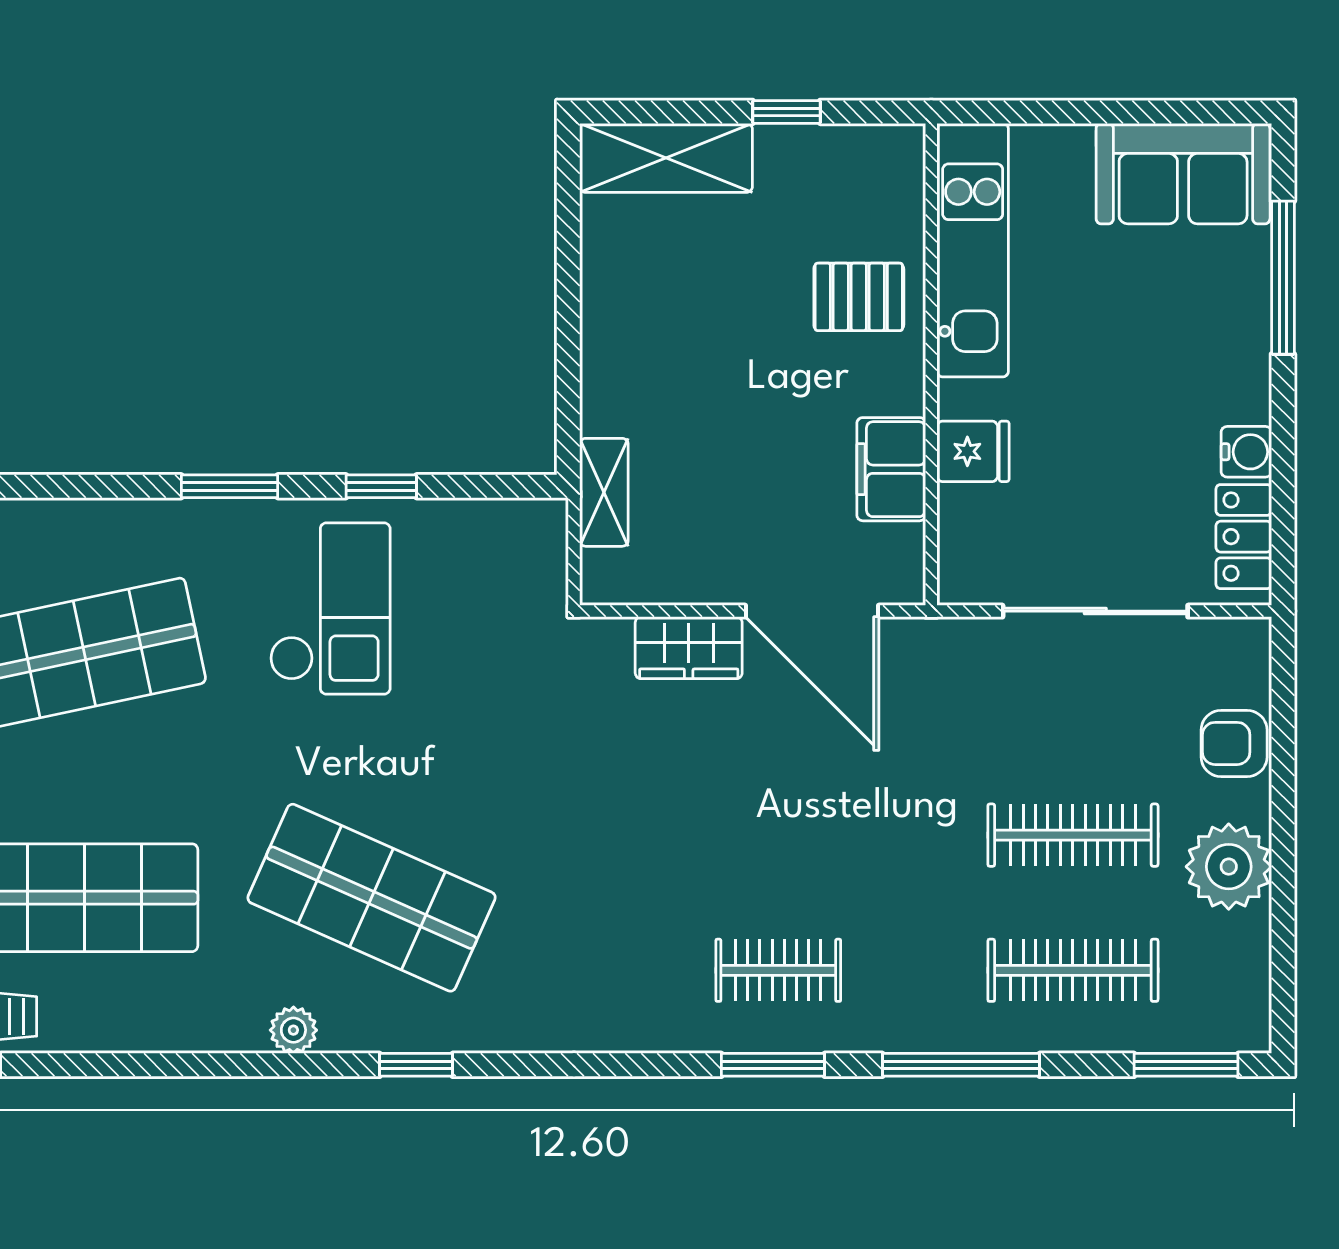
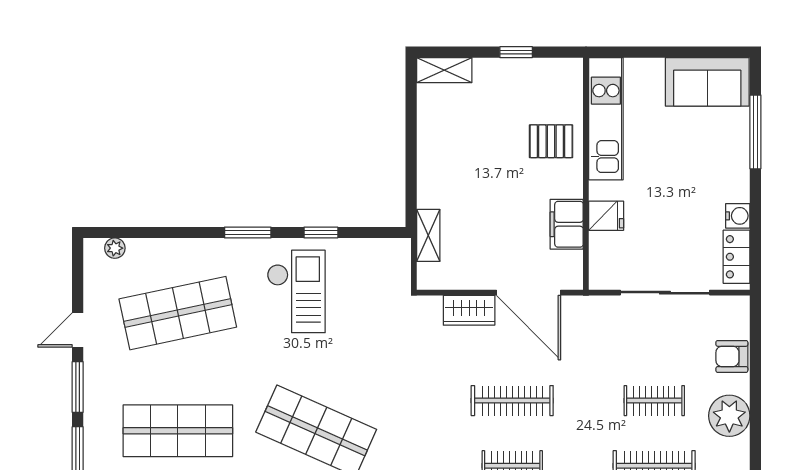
shelving: (666, 158) -> (444, 70), width x0.67, depth x0.75
clothes rail: (778, 835) -> (512, 401), added
clothes rail: (1073, 835) -> (654, 401), width x0.73

